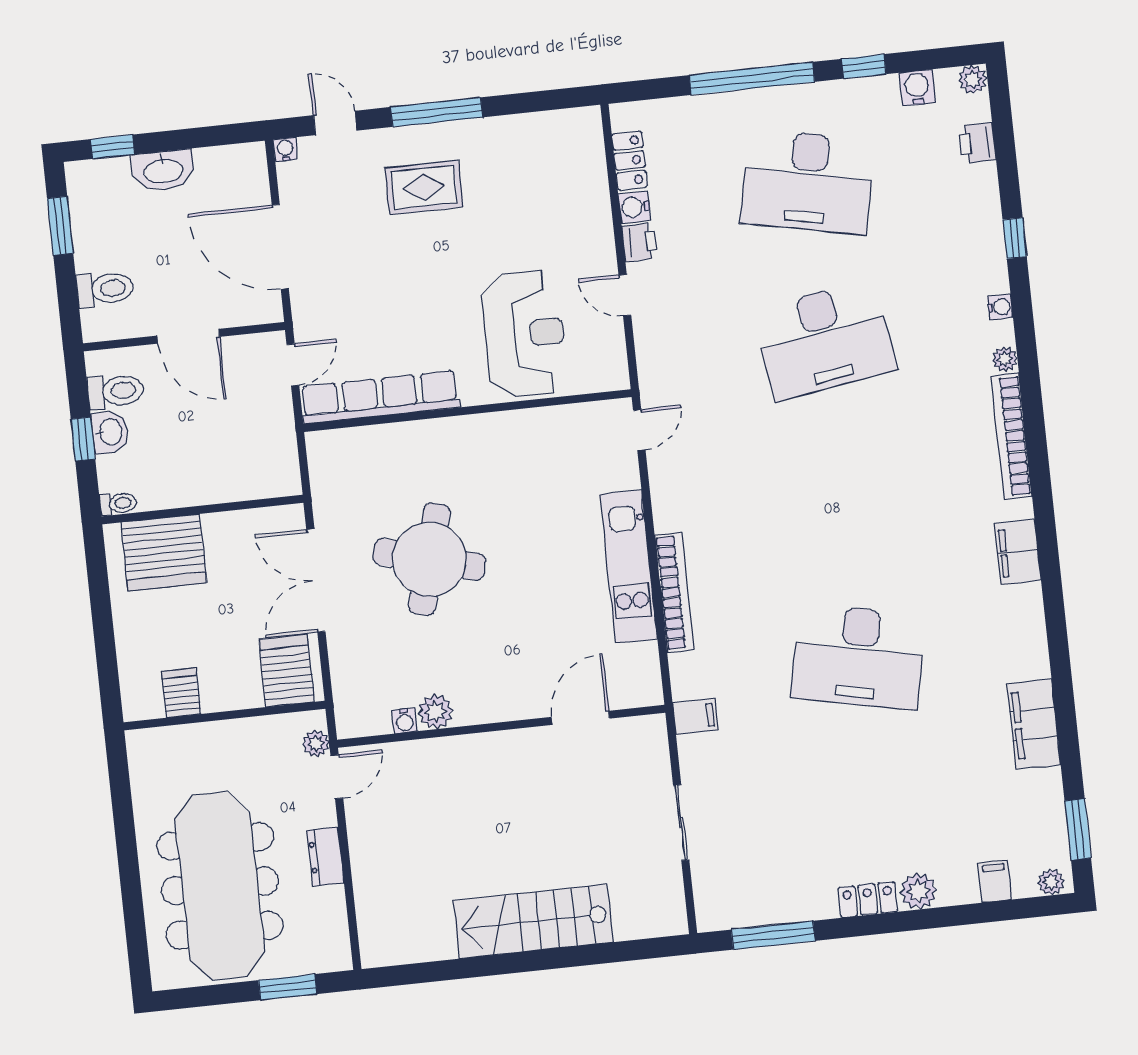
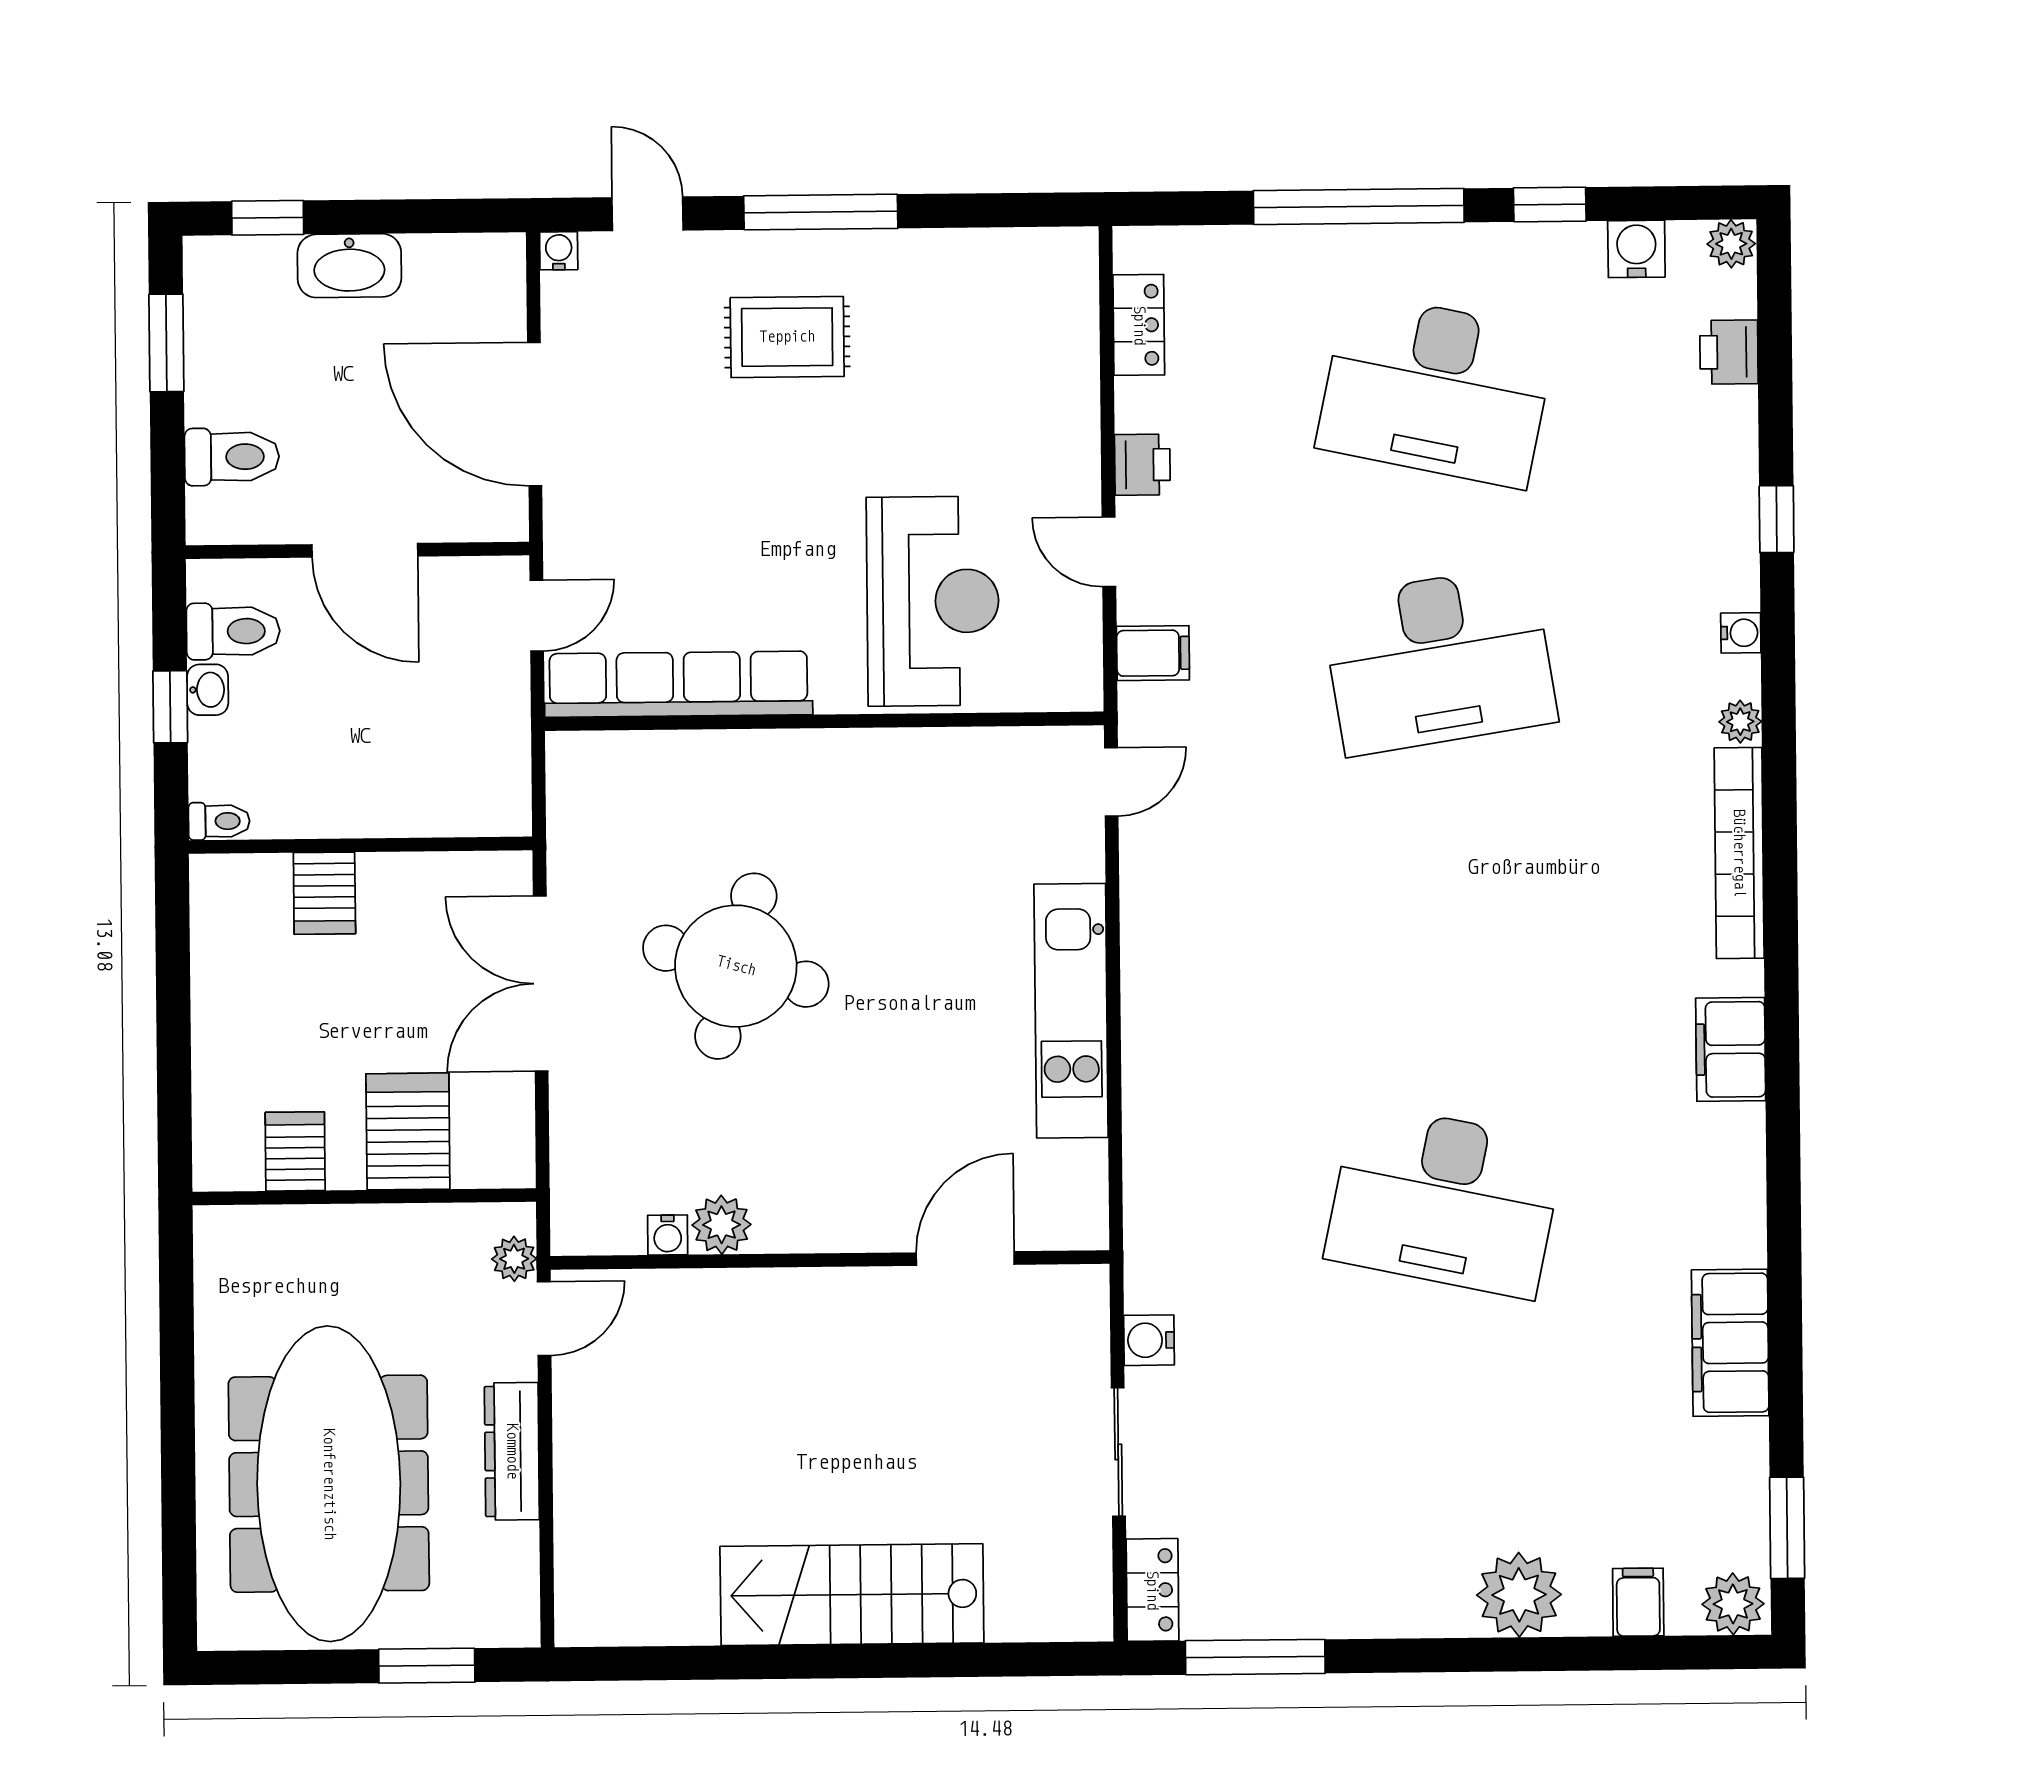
water cooler: (634, 207) -> (1149, 1340), moved
washbasin: (110, 432) -> (208, 690), width x0.72, depth x0.69
server rack: (164, 552) -> (324, 893), width x0.46, depth x0.70
bookcase: (674, 592) -> (1144, 1062), removed
server rack: (287, 670) -> (408, 1131), moved
filing cabinet: (695, 716) -> (1153, 653), moved
dresser: (325, 856) -> (512, 1451), width x1.44
plant: (1051, 882) -> (1733, 1604), width x1.38, depth x1.38
plant: (918, 891) -> (1519, 1595), width x1.36, depth x1.36
locker: (868, 900) -> (1152, 1590), moved, turned 90

